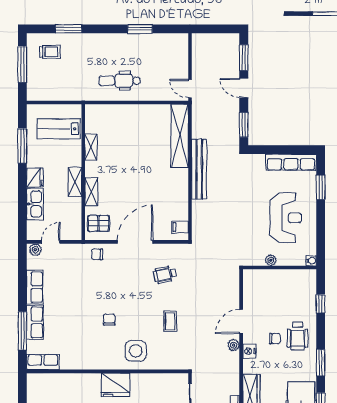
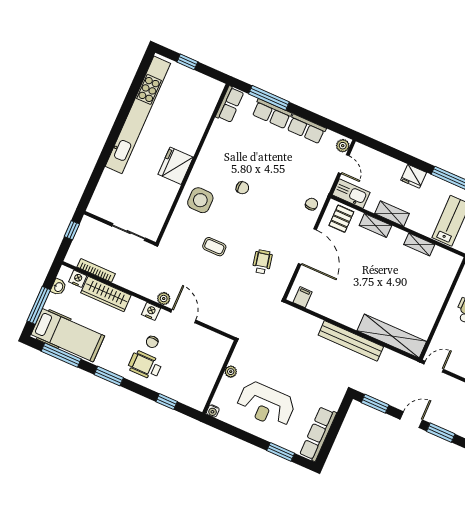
kitchen sink: (35, 204) -> (351, 194), moved, turned 180

